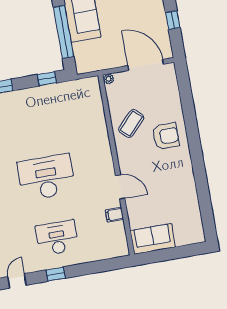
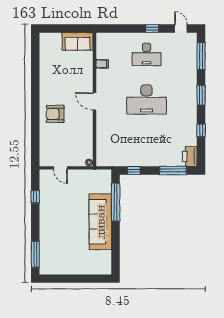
door: (146, 65) -> (60, 168), width x0.53
coffee table: (131, 124) -> (78, 127), removed
door: (120, 187) -> (95, 101), moved
door: (17, 281) -> (181, 28), swing flipped

